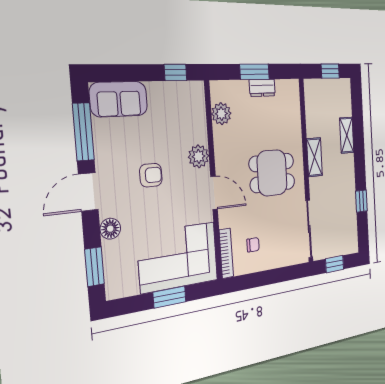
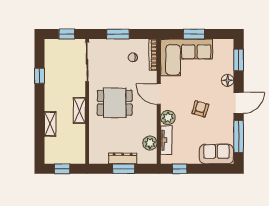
dresser: (262, 88) -> (123, 158), width x1.44
tv unit: (199, 120) -> (166, 140), added
armchair: (151, 175) -> (200, 109), turned 106
window: (274, 276) -> (118, 34), added

